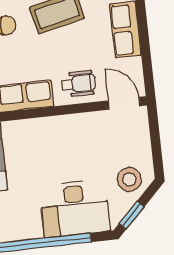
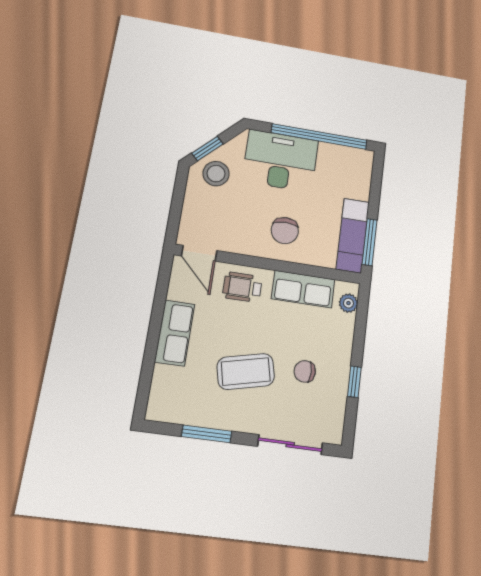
chair: (54, 144) -> (285, 231), added
window: (132, 215) -> (207, 149), moved

